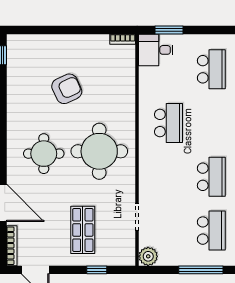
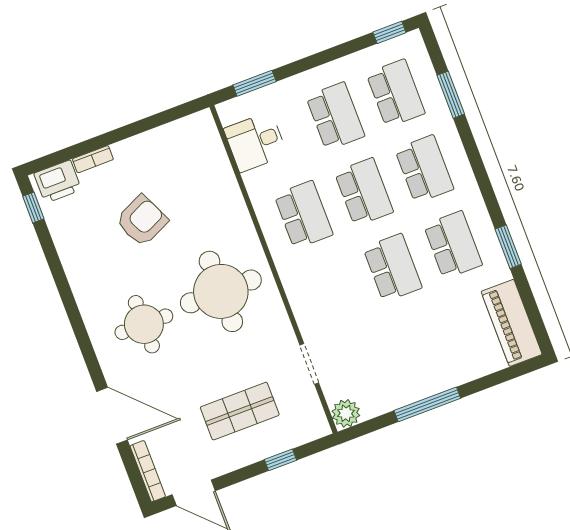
bookcase: (123, 39) -> (93, 159), moved
printer: (24, 45) -> (58, 182), added
desk: (156, 50) -> (256, 142), moved
shop shelf: (83, 230) -> (240, 411), turned 90
school desk: (211, 231) -> (364, 192), moved

